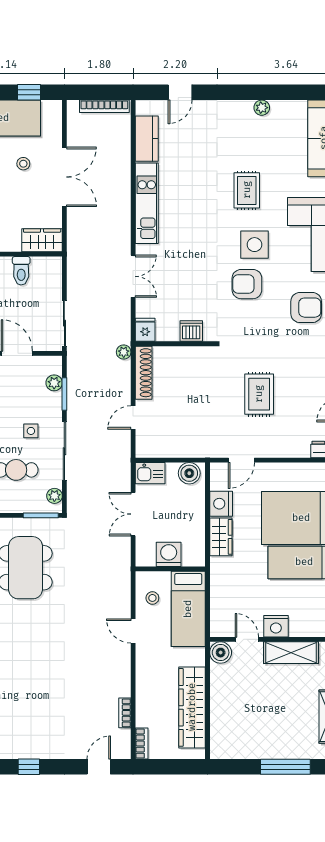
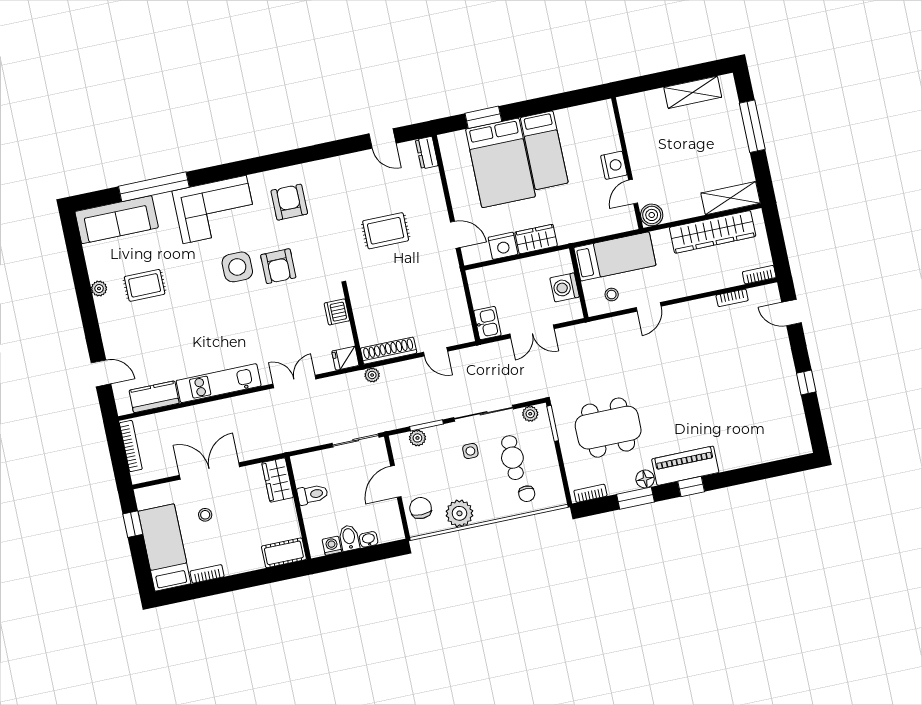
rug: (247, 190) -> (145, 285), moved
boiler: (189, 473) -> (479, 284), removed
shelving: (291, 653) -> (730, 198), moved, turned 90

